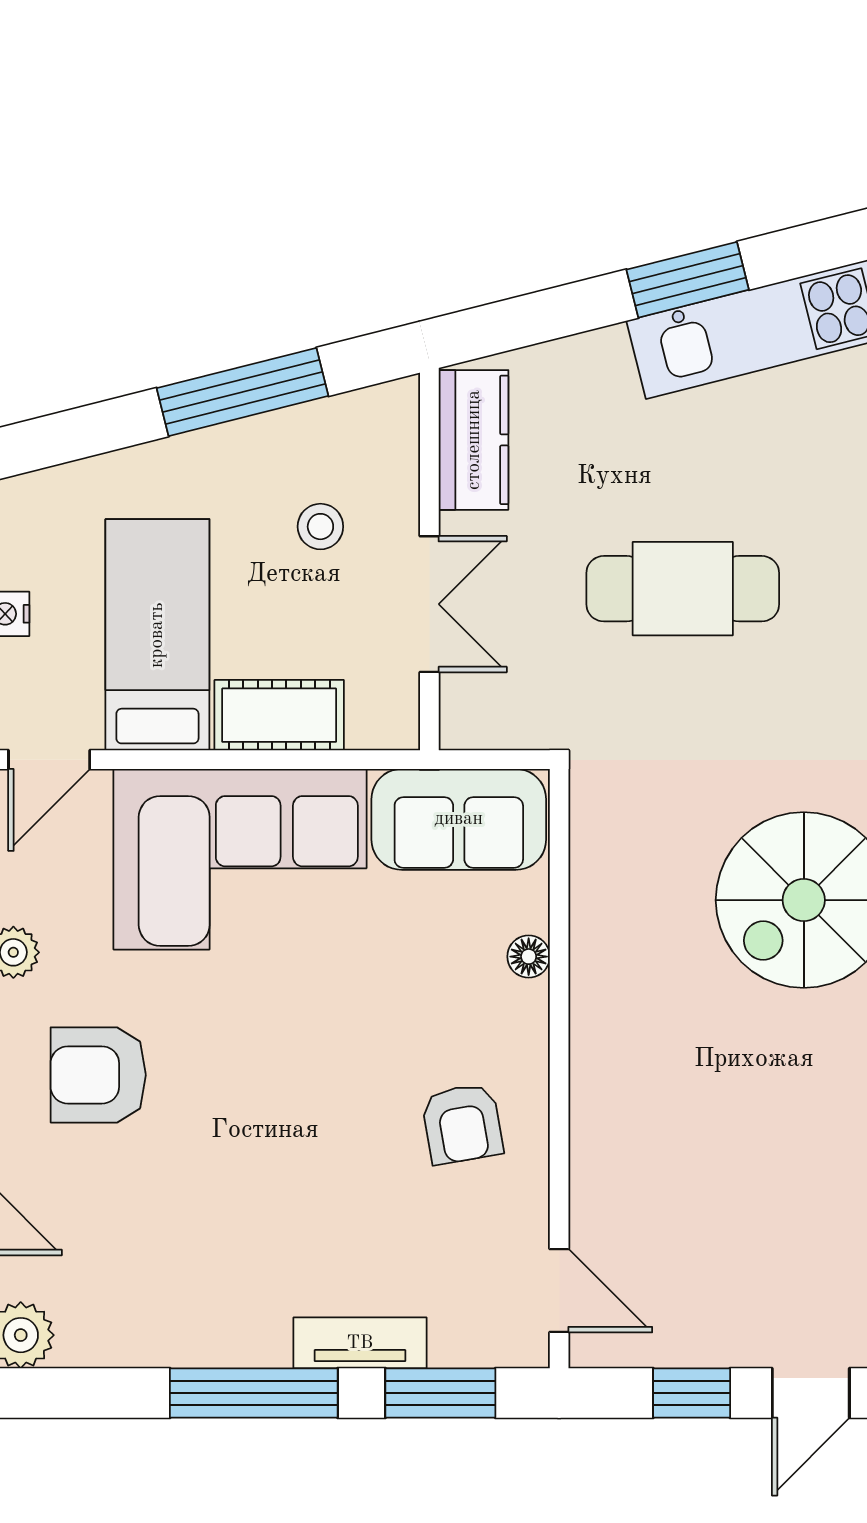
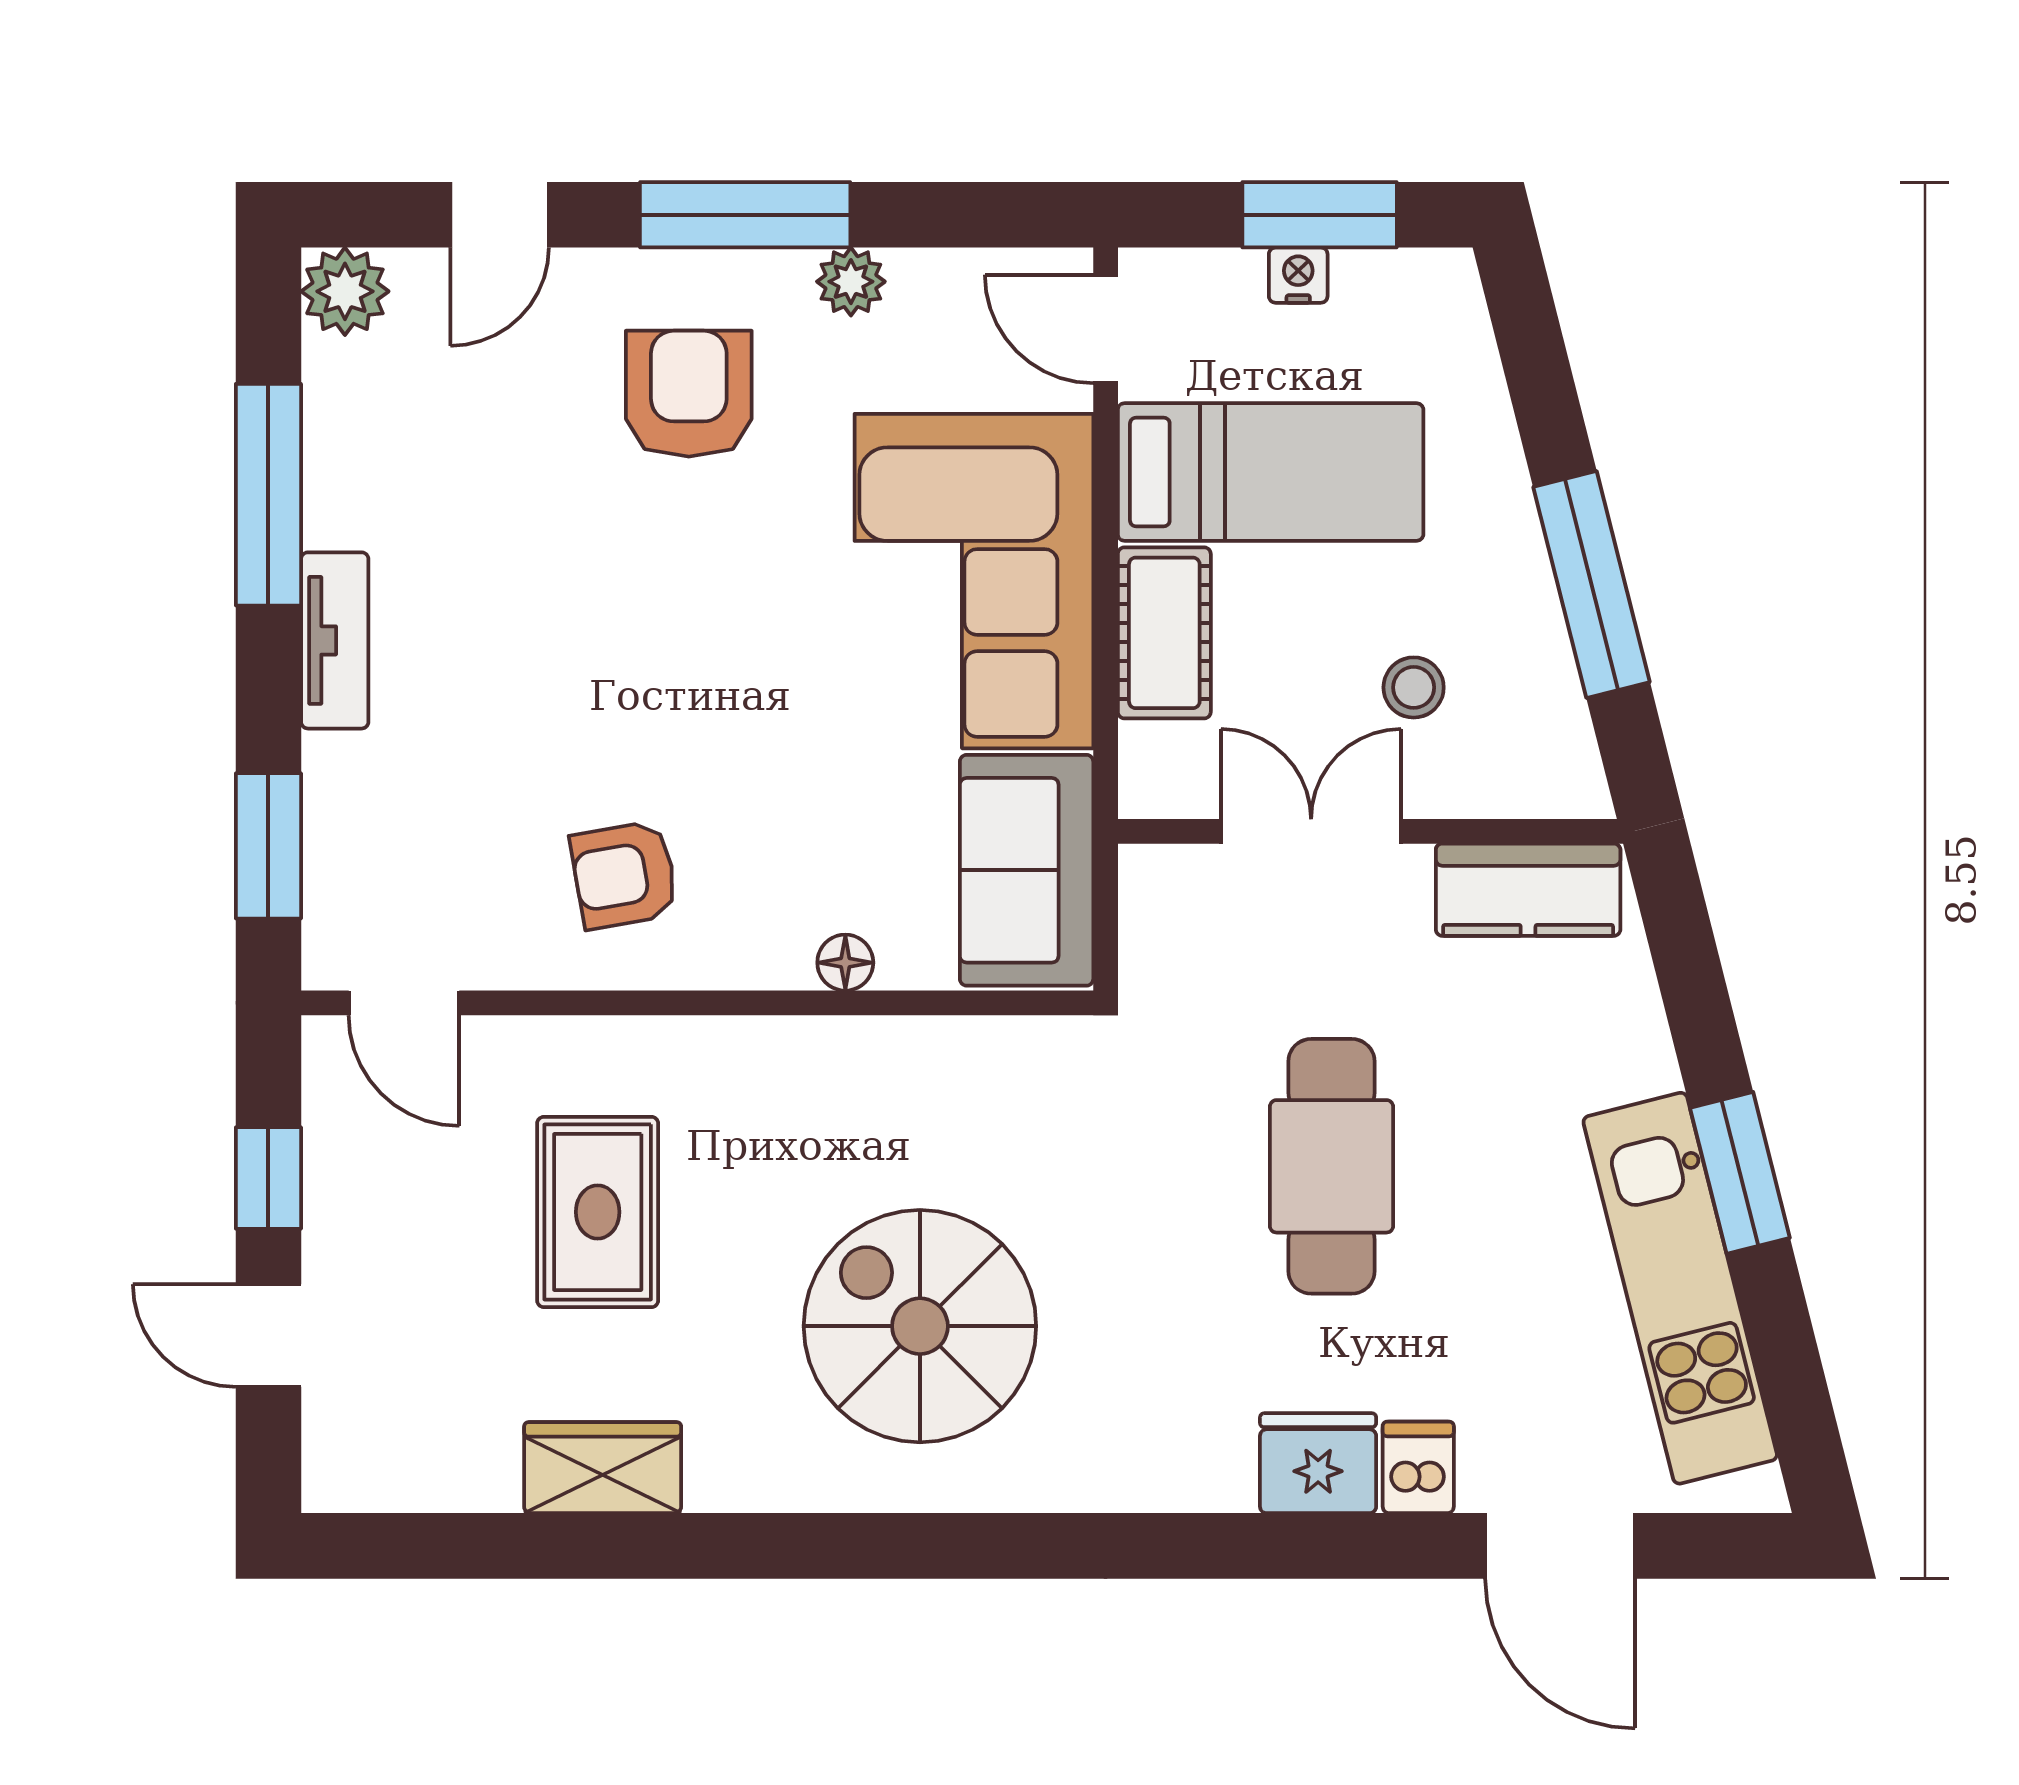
double door: (429, 604) -> (1311, 831), swing flipped
rug: (717, 1144) -> (598, 1212), added
door: (559, 1290) -> (404, 1003), hinge flipped
tv unit: (360, 1343) -> (335, 640), moved
window: (254, 1393) -> (268, 495), moved

